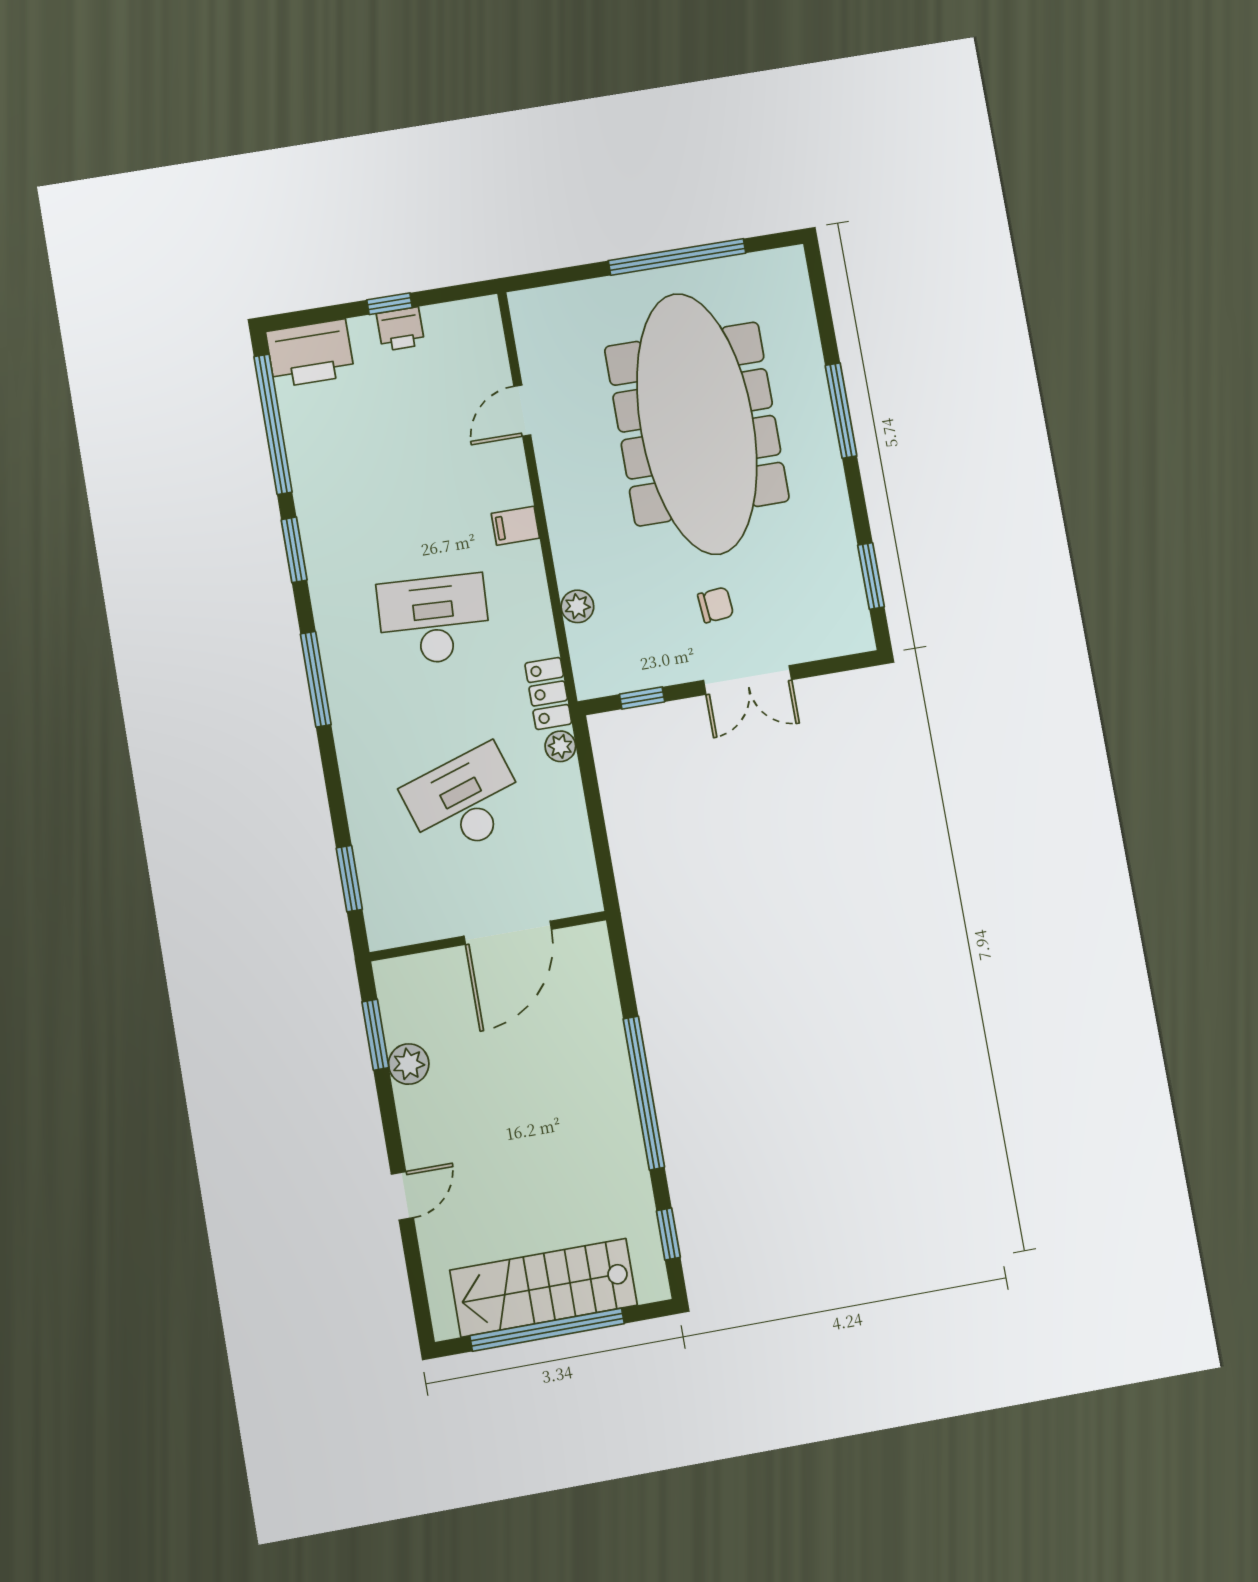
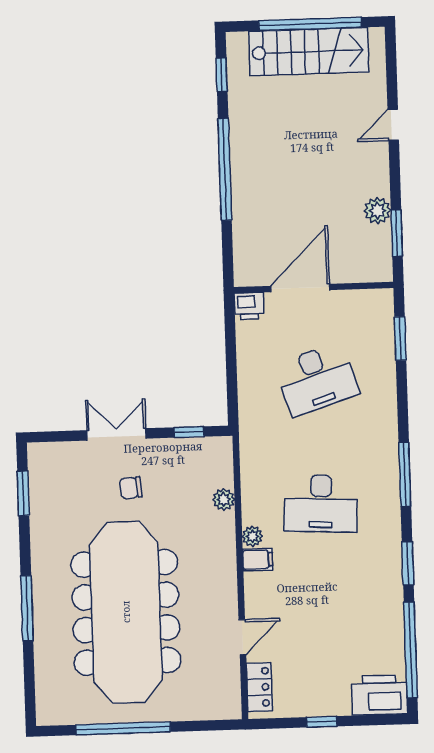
printer: (401, 329) -> (249, 306), moved, turned 180
locker: (548, 693) -> (259, 687), moved
plant: (560, 746) -> (252, 536), moved

